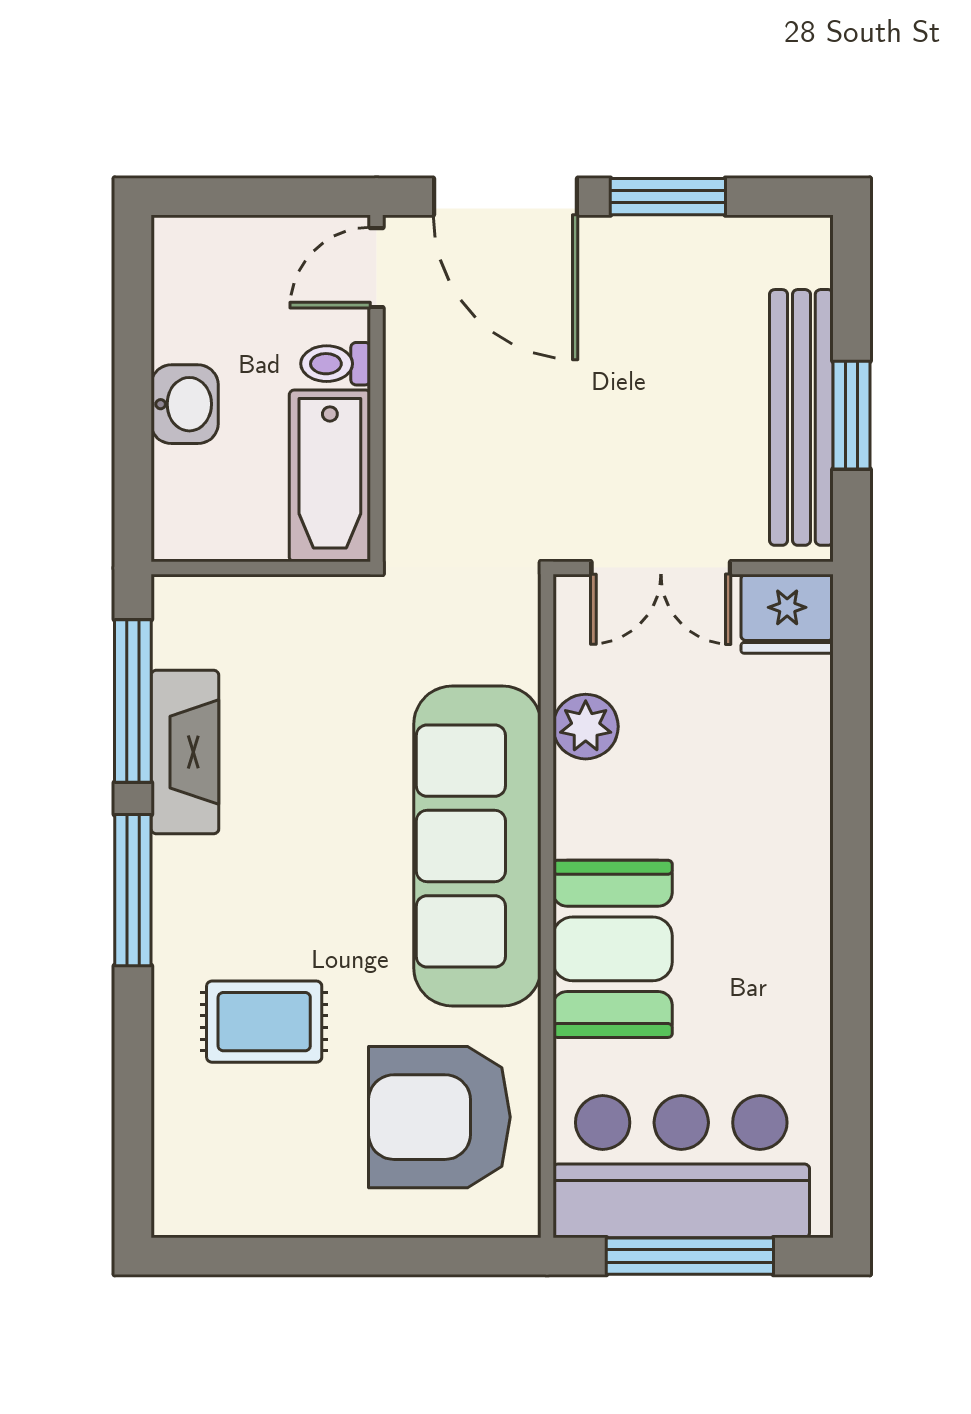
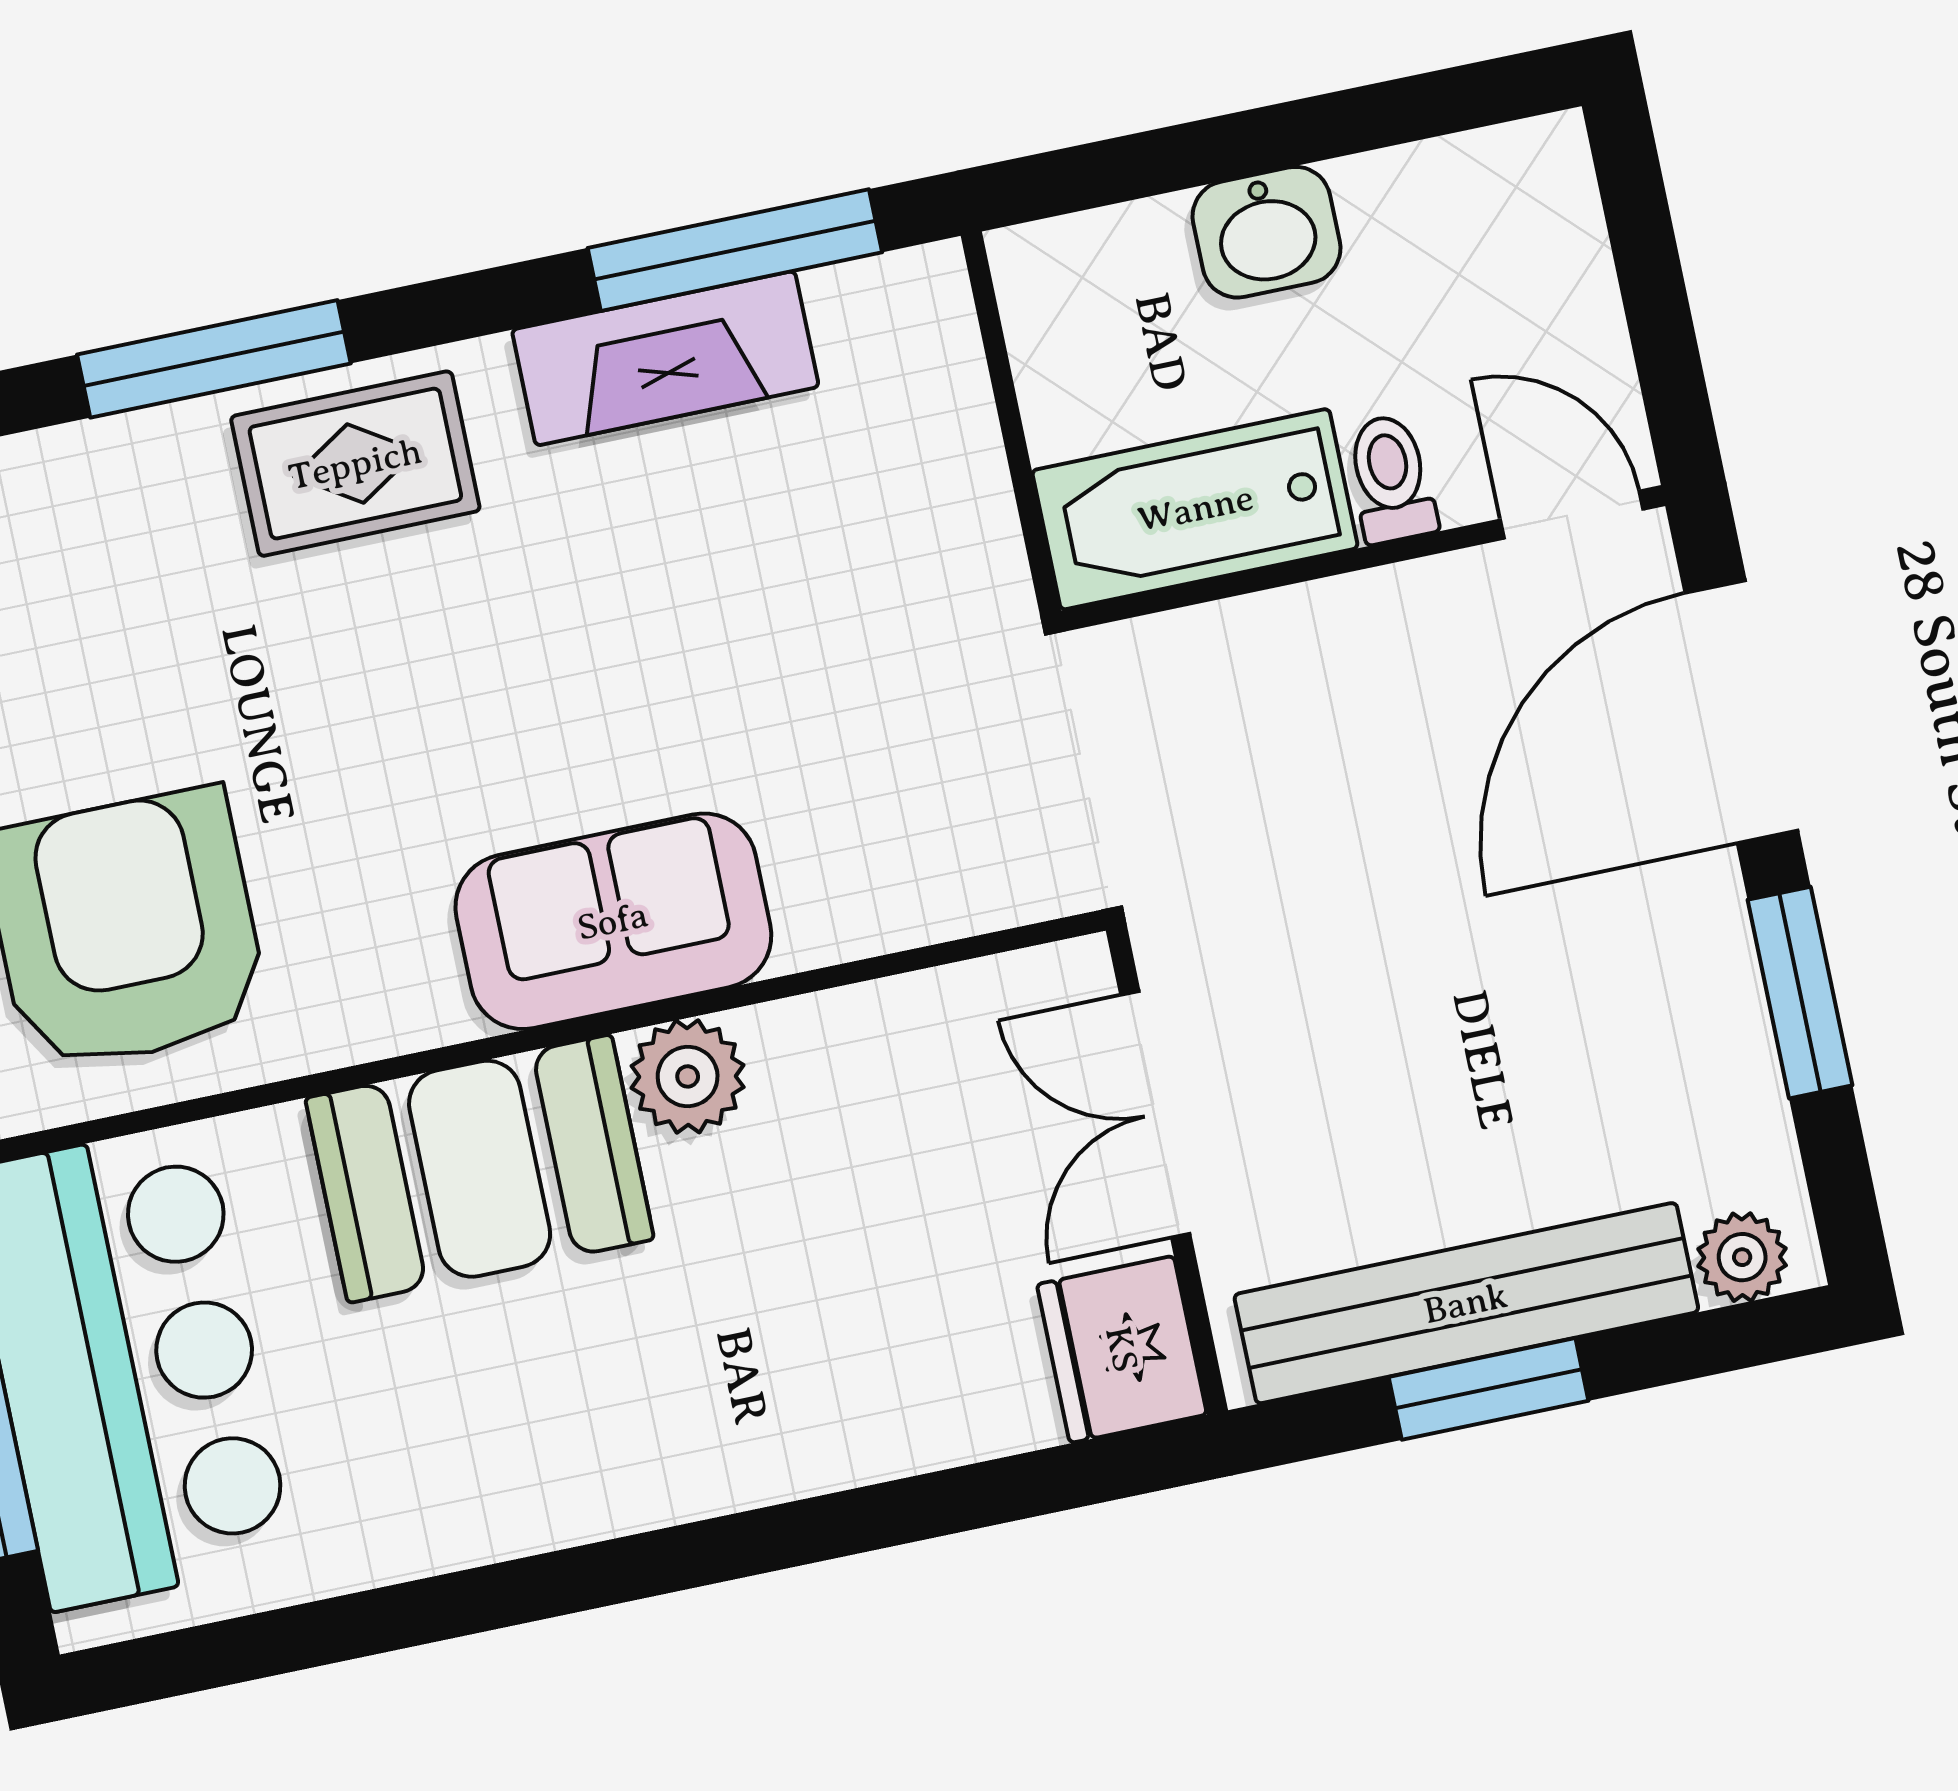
plant: (808, 259) -> (1742, 1257), added
plant: (586, 727) -> (688, 1076), moved
sofa: (477, 846) -> (613, 921), width x0.54, depth x0.79
window: (133, 890) -> (214, 359), moved
rug: (264, 1022) -> (355, 464), moved, turned 90

